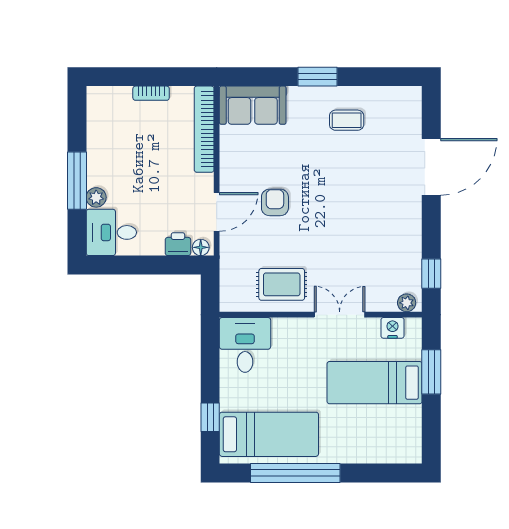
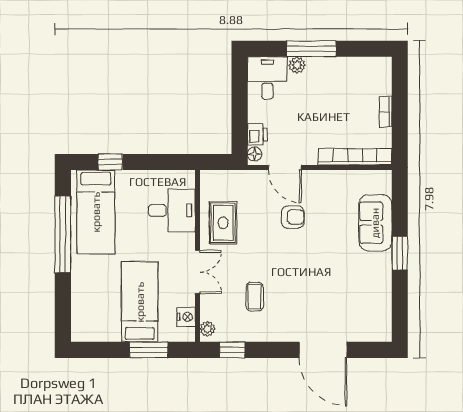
sofa: (253, 105) -> (375, 223), moved
coffee table: (347, 120) -> (255, 297), moved
desk: (245, 345) -> (172, 210), moved

